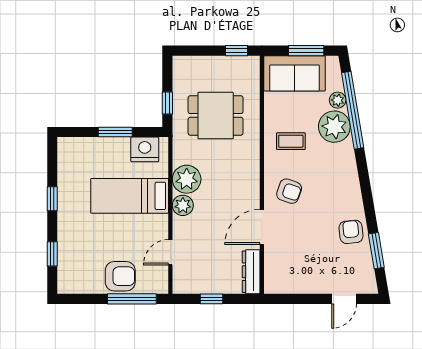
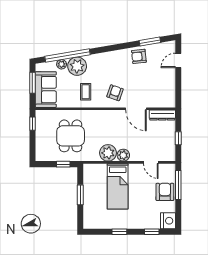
nightstand: (145, 149) -> (168, 221), moved, turned 180
door: (344, 299) -> (178, 60), swing flipped

